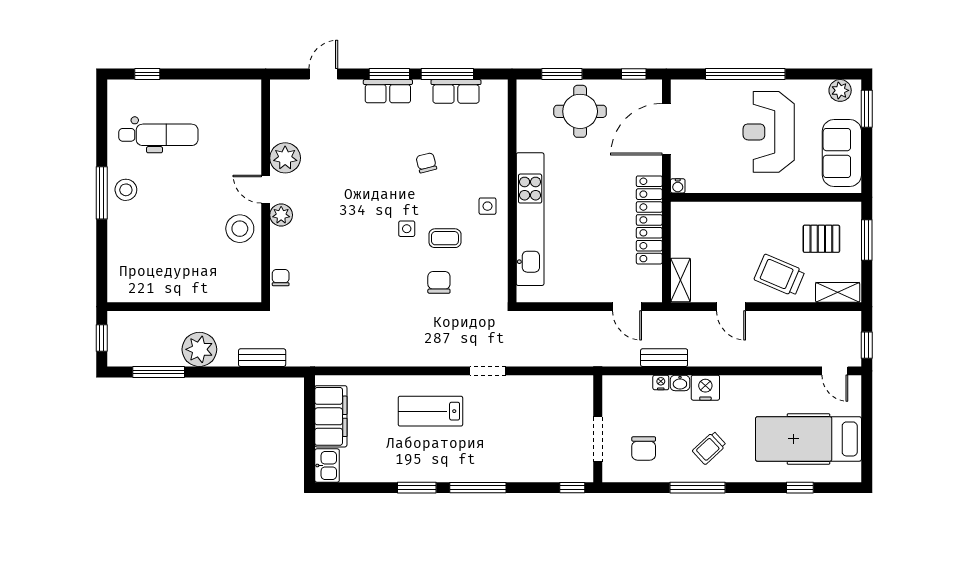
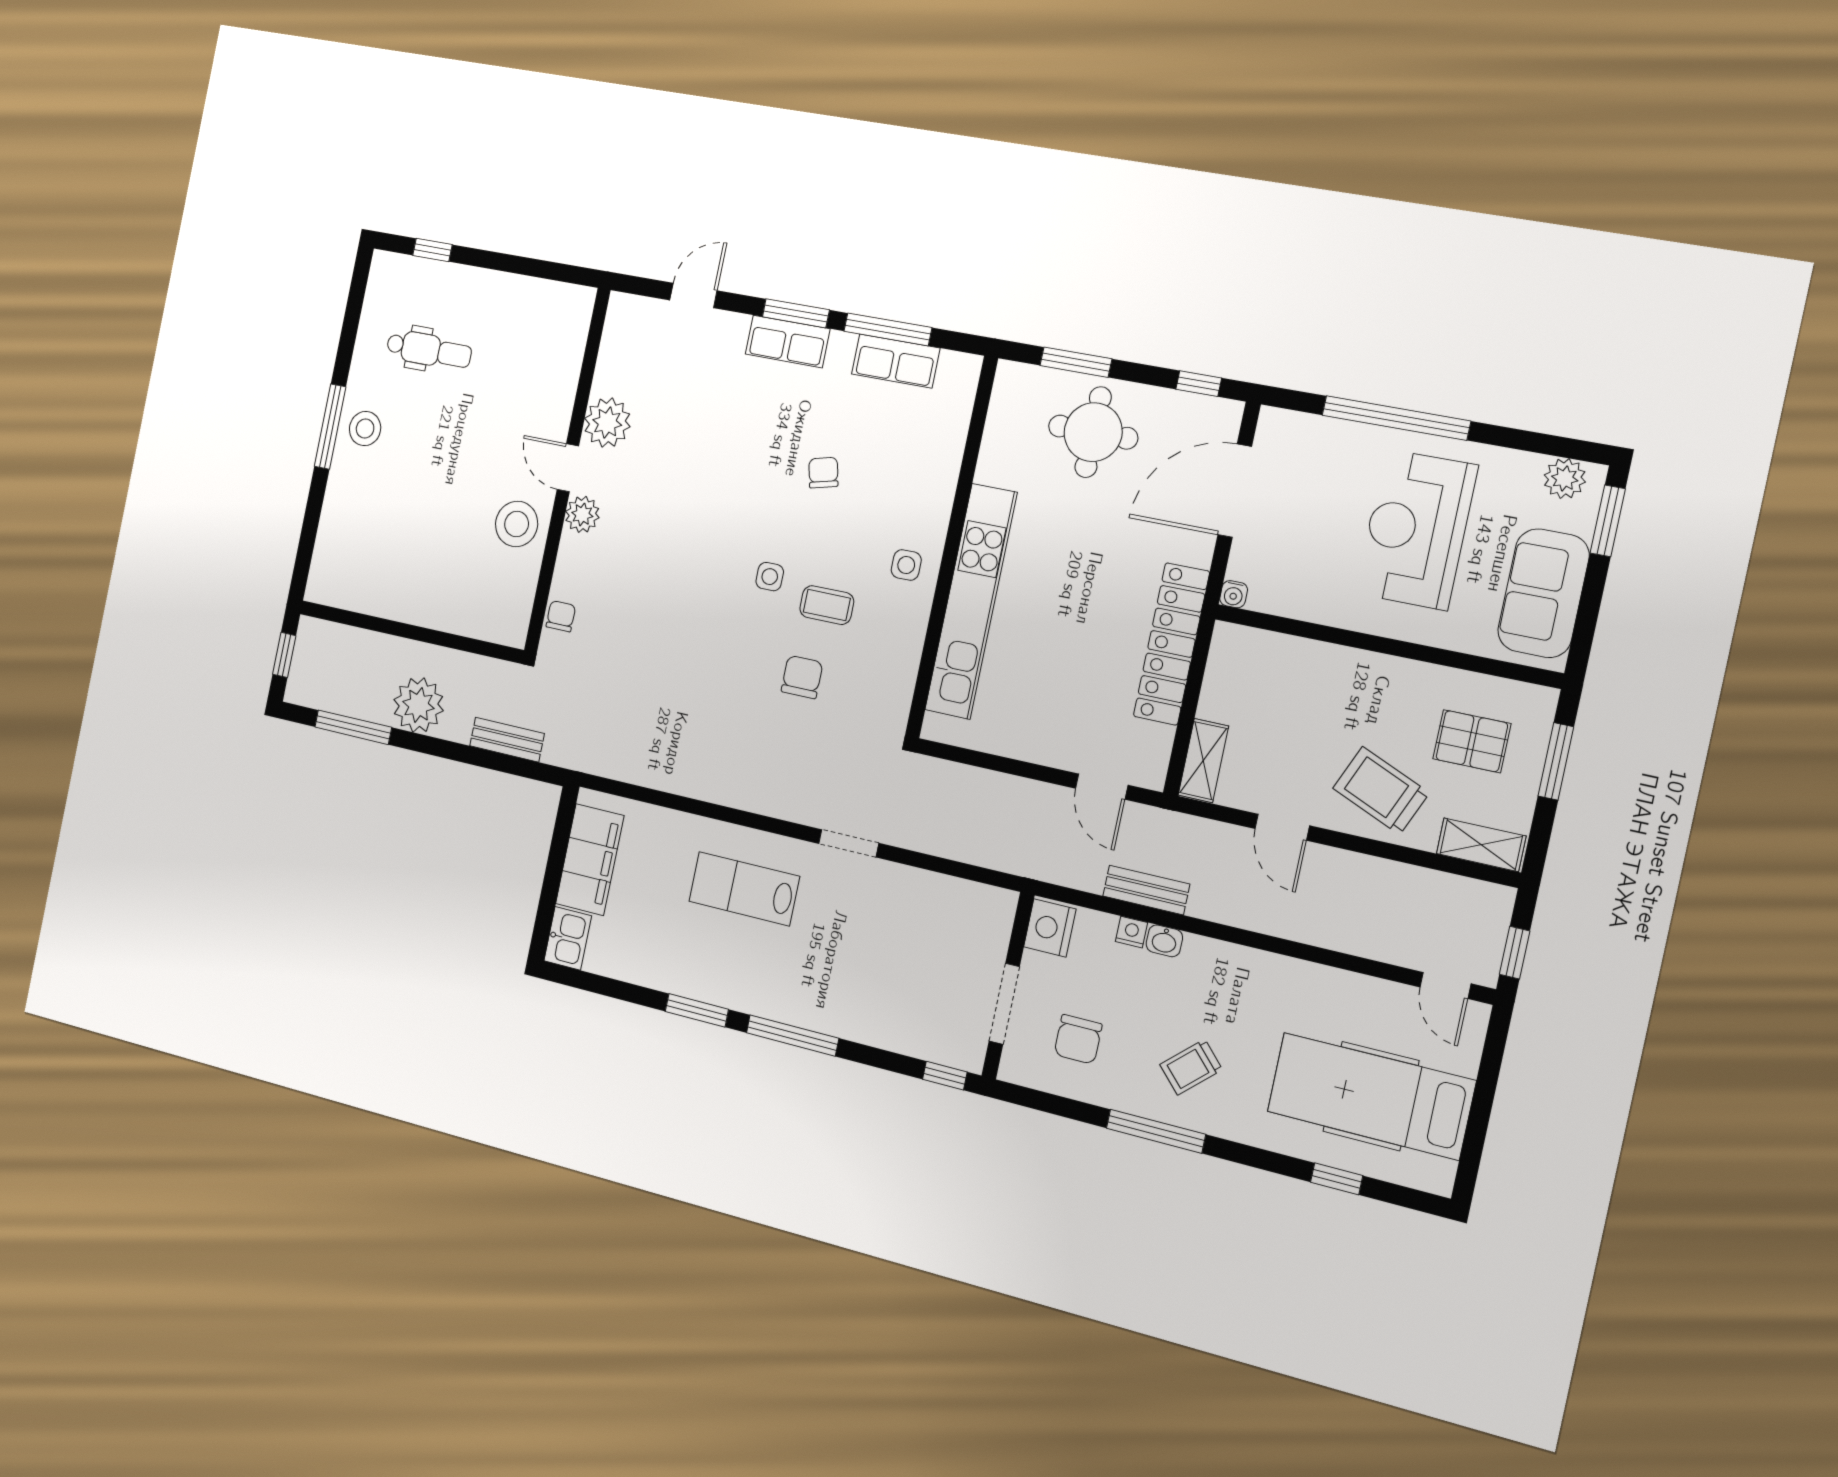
dental chair: (158, 135) -> (429, 350), width x0.73, depth x0.72
nightstand: (705, 388) -> (1050, 928), moved, turned -90

